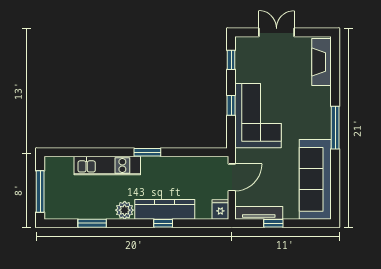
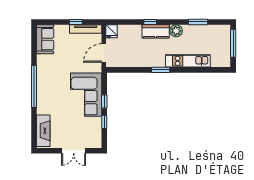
window: (231, 60) -> (104, 122), moved
window: (335, 128) -> (34, 86), width x1.46
sofa: (315, 179) -> (45, 39), width x0.54, depth x0.79
kitchen counter: (165, 209) -> (156, 31), width x0.67

